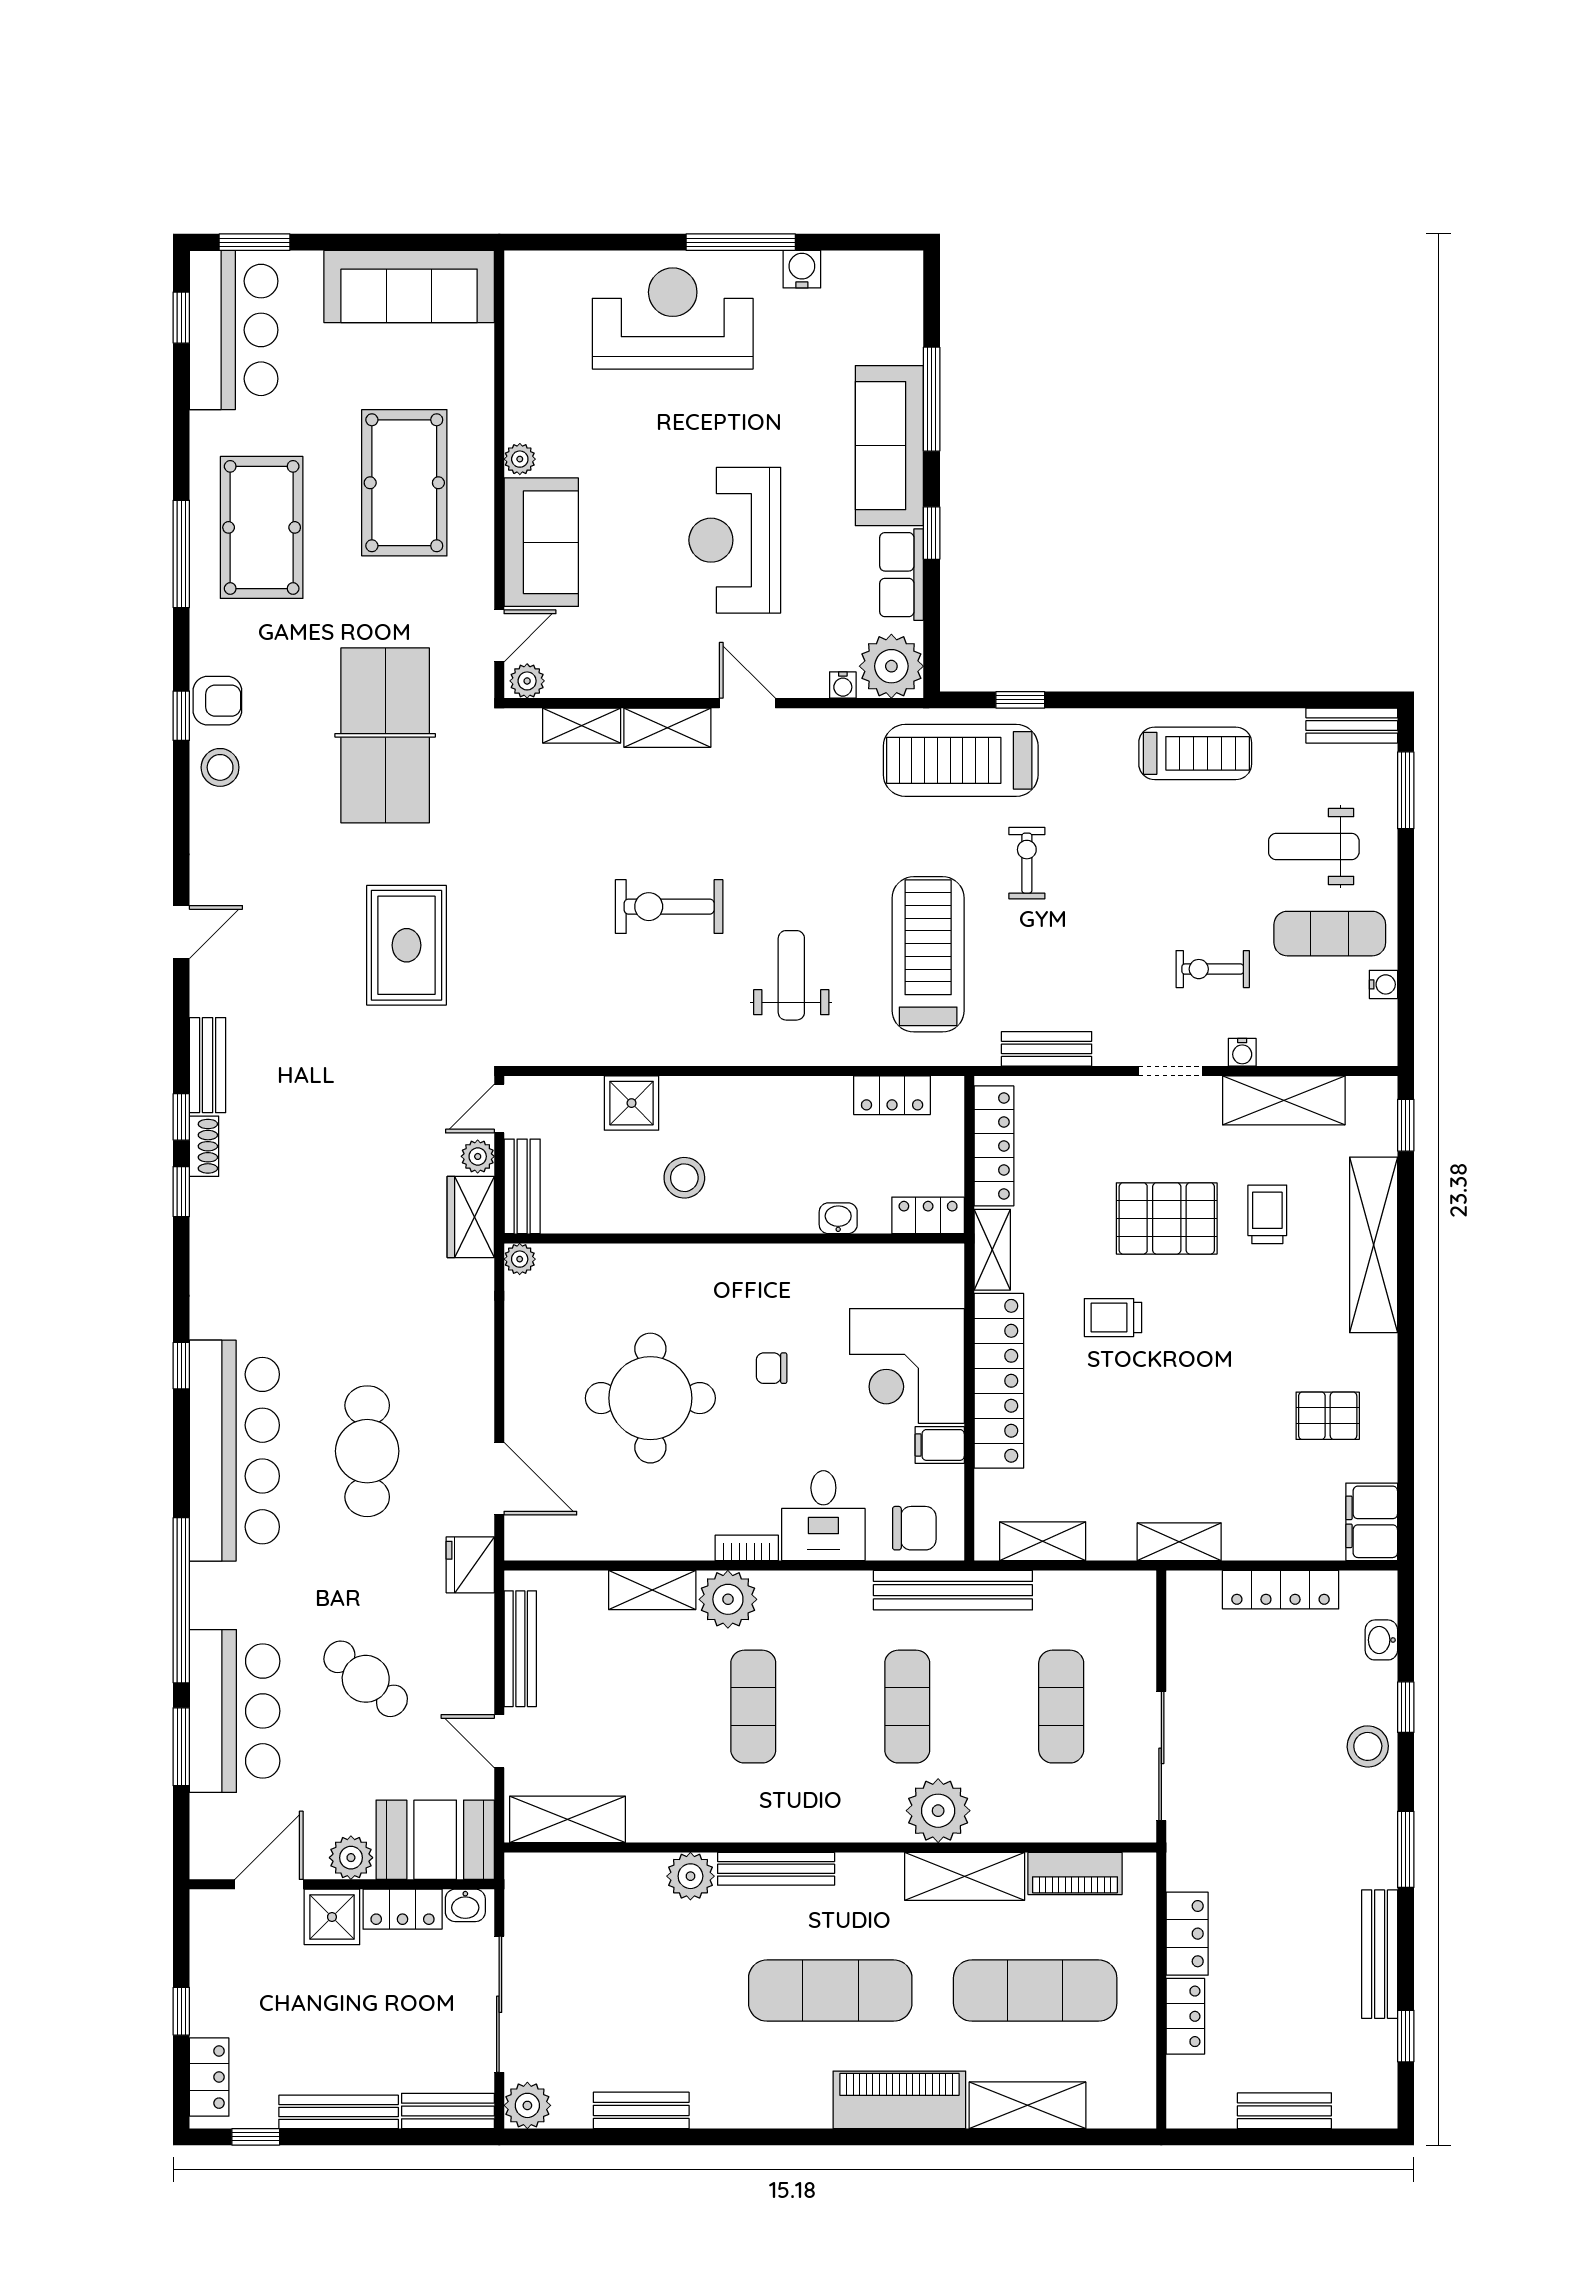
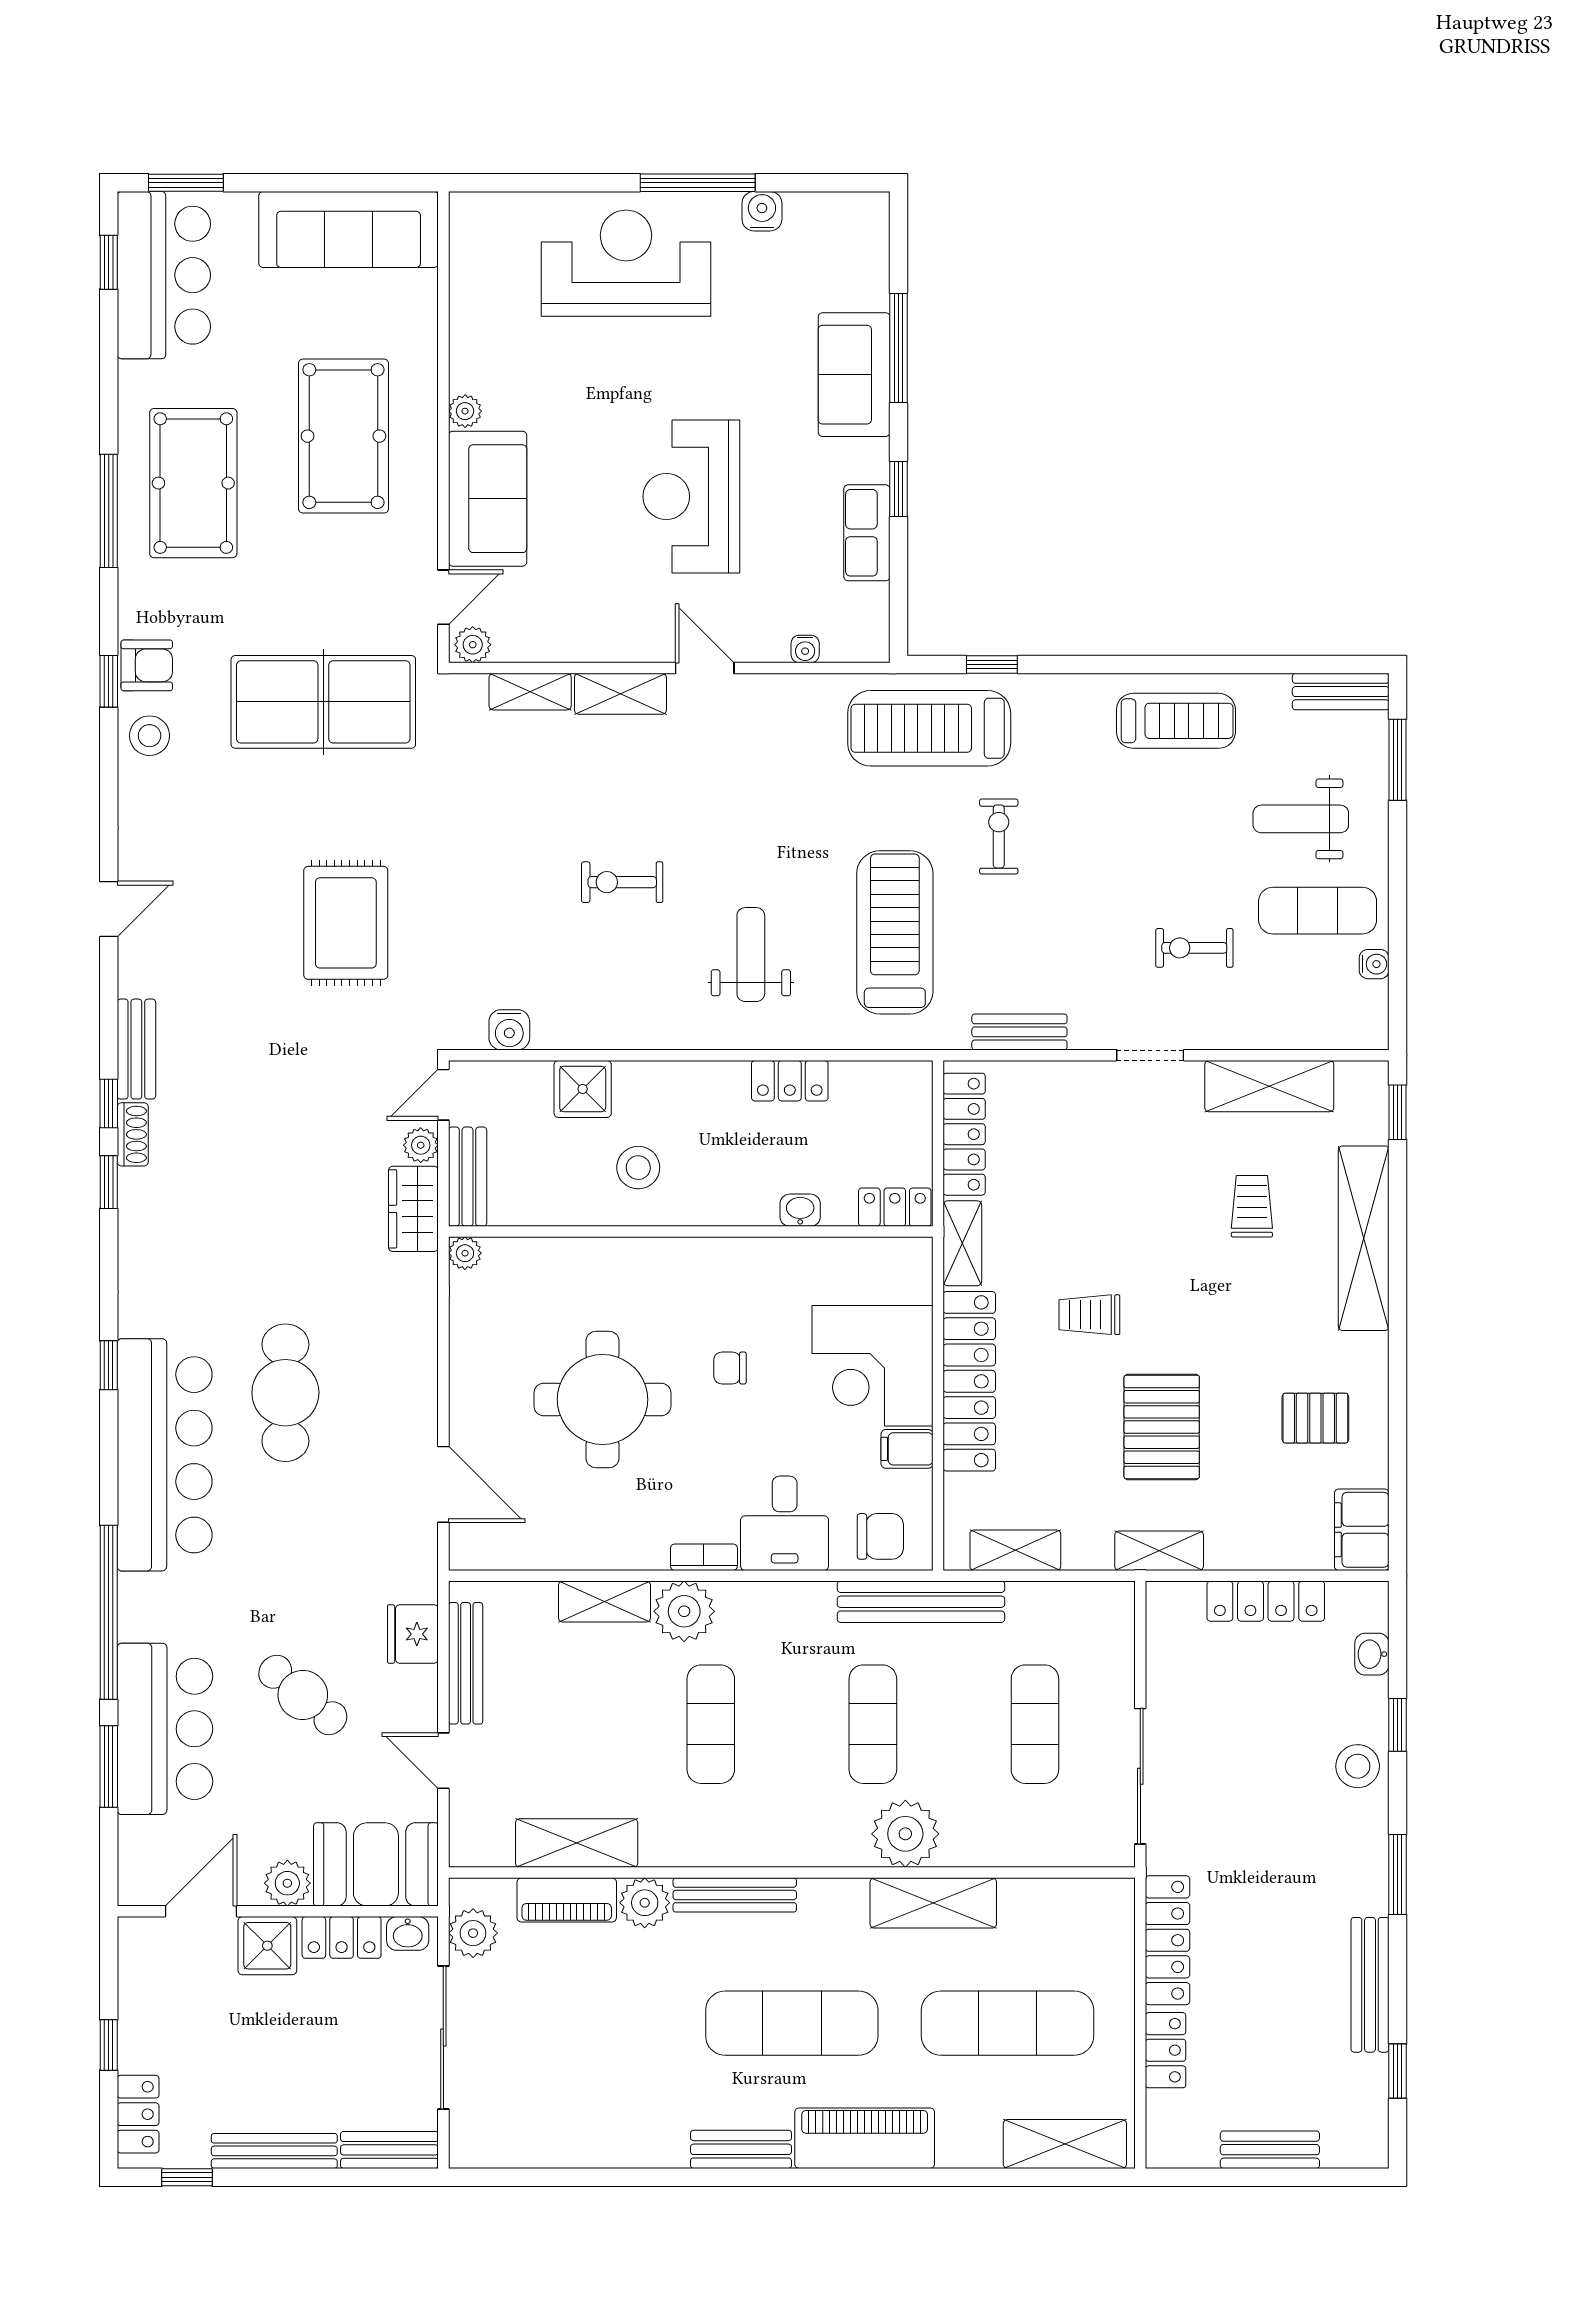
sofa: (889, 446) -> (854, 375), width x0.73
plant: (891, 666) -> (856, 629), removed
table tennis table: (385, 735) -> (323, 702), turned 90
exercise bike: (669, 907) -> (622, 882), width x0.73, depth x0.72
water cooler: (1242, 1052) -> (509, 1030), moved, width x1.38, depth x1.38
locker: (892, 1095) -> (790, 1081), moved
pallet: (1167, 1218) -> (1162, 1427), moved, turned 90
cafe table: (367, 1451) -> (285, 1393), moved
fridge: (470, 1565) -> (413, 1634), moved
shelving: (567, 1819) -> (577, 1843), moved
piano: (1075, 1873) -> (567, 1900), moved
locker: (1187, 1934) -> (1168, 1940), width x1.53
plant: (527, 2105) -> (473, 1933), moved
shelving: (1027, 2105) -> (1065, 2144), moved
bench: (641, 2110) -> (741, 2149), moved

